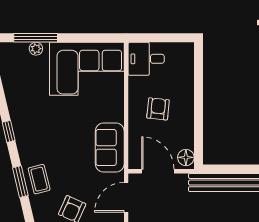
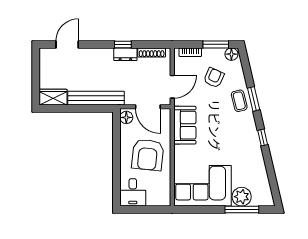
plant: (36, 49) -> (242, 197), width x1.88, depth x1.88
desk: (146, 59) -> (133, 192), moved, turned 90
armchair: (158, 109) -> (148, 155), width x1.88, depth x1.88

